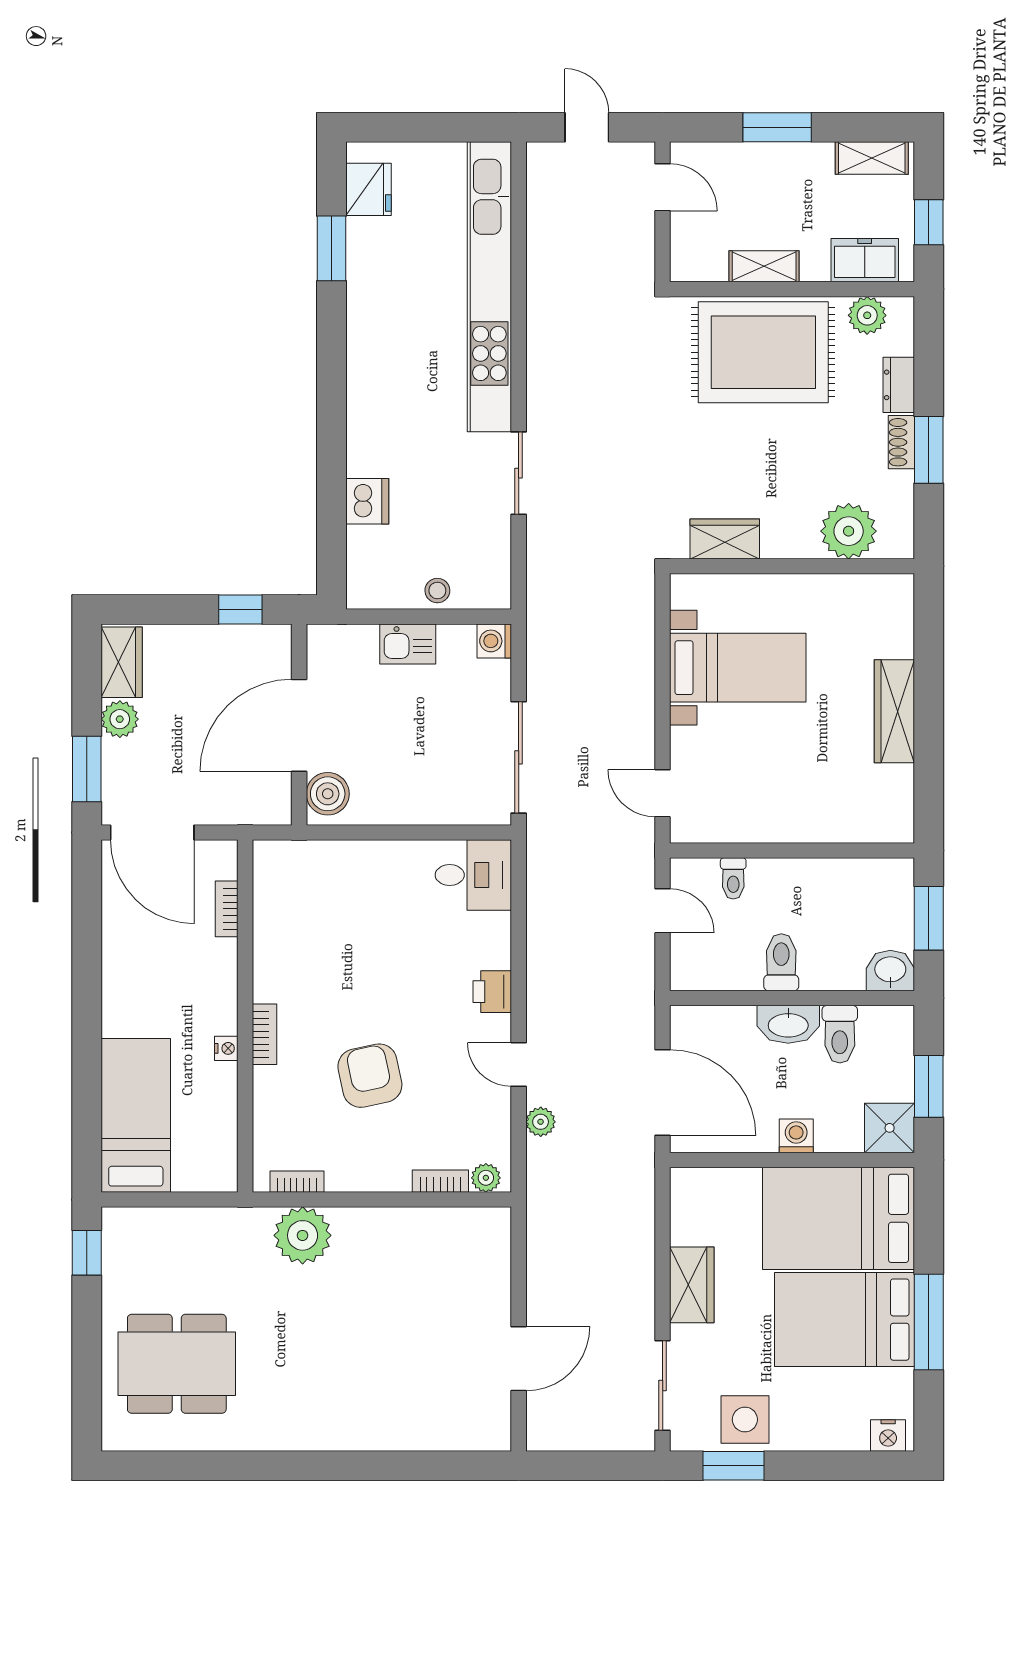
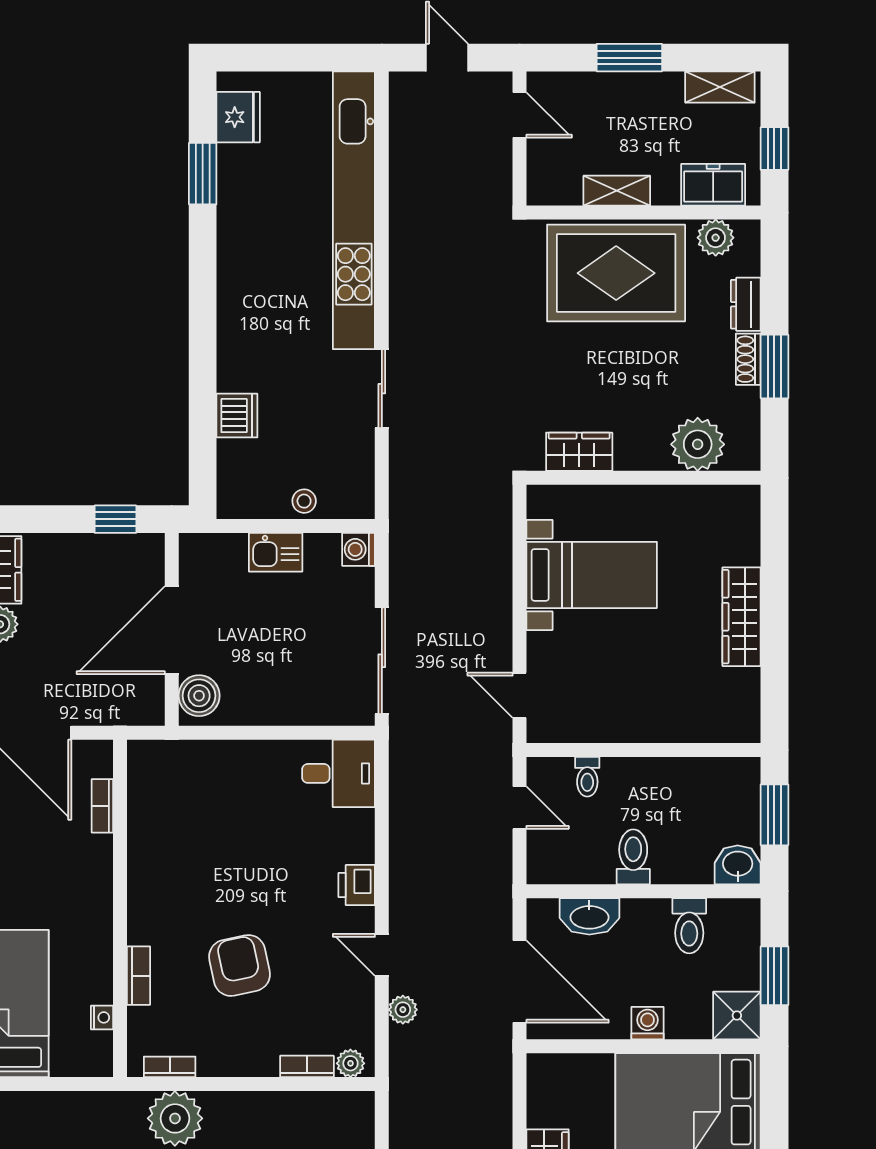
washbasin: (788, 1024) -> (589, 916), moved
bookcase: (264, 1034) -> (139, 976), moved
nightstand: (226, 1048) -> (102, 1017), moved

